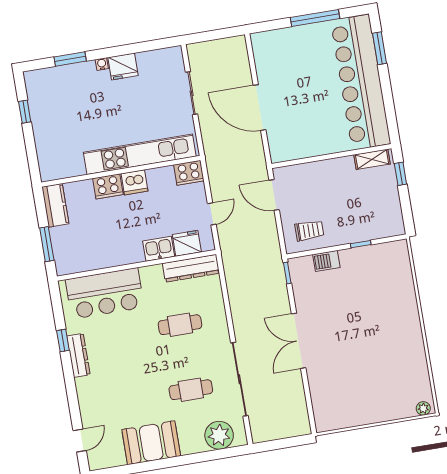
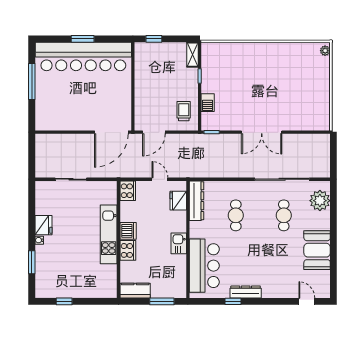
window: (379, 48) -> (83, 39), moved
door: (260, 108) -> (111, 132), moved
kitchen unit: (140, 154) -> (109, 234), width x0.73
shelving: (372, 159) -> (192, 55), moved
kitchen sink: (159, 249) -> (179, 243), moved

